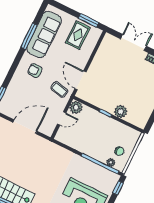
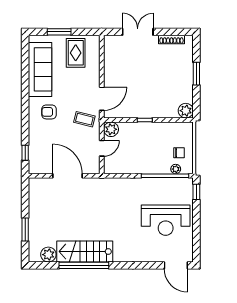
window: (89, 20) -> (59, 32), moved
window: (29, 36) -> (25, 79), removed
door: (80, 80) -> (102, 99), swing flipped
plant: (121, 112) -> (186, 111), moved
door: (25, 127) -> (68, 176), hinge flipped

